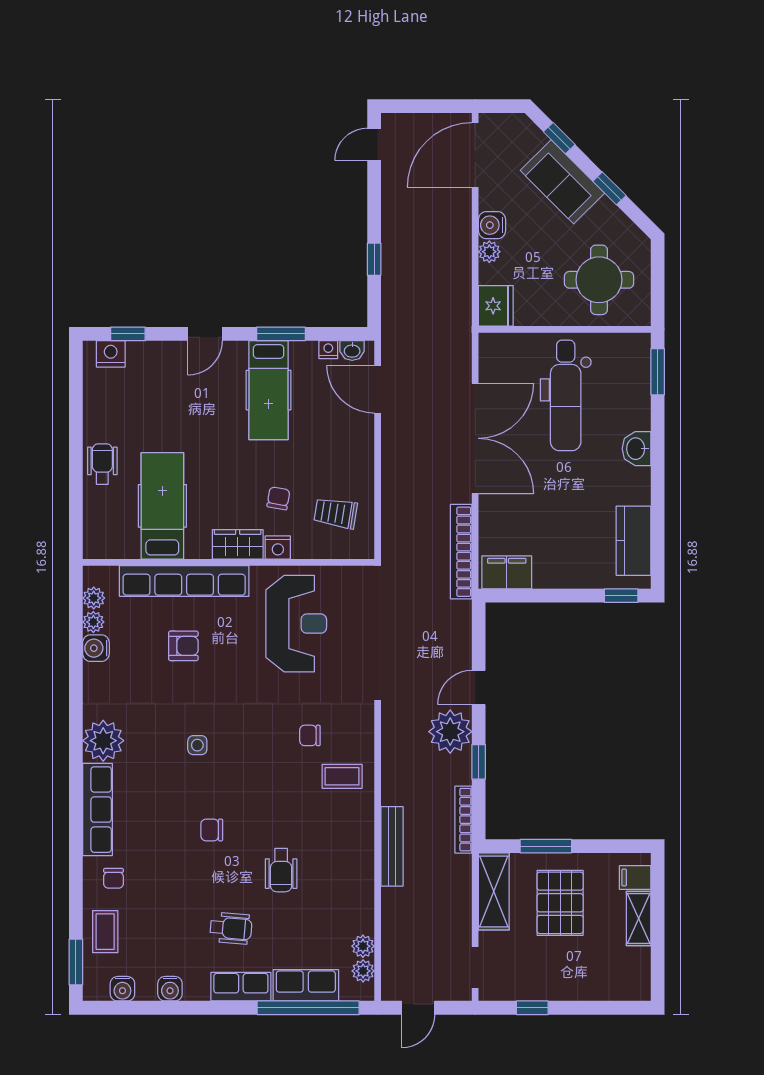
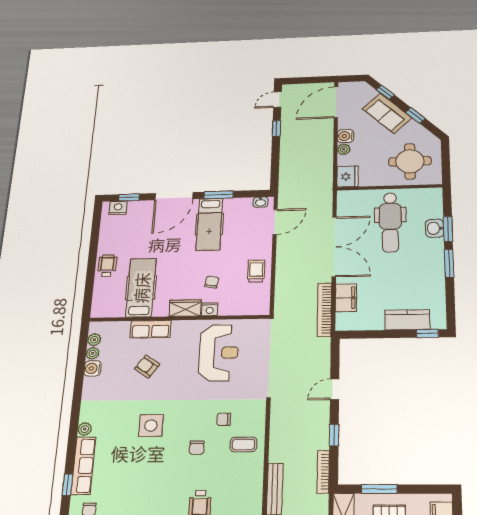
window: (374, 259) -> (276, 128), moved
door: (205, 334) -> (174, 196), width x1.88
nightstand: (328, 350) -> (246, 202), removed
window: (658, 372) -> (448, 229), moved
door: (378, 389) -> (275, 222), swing flipped
washbasin: (636, 449) -> (435, 228), moved
window: (658, 473) -> (449, 263), added
trolley: (336, 513) -> (256, 271), moved, turned 81
kitchen counter: (634, 541) -> (407, 320), moved, turned 90
filing cabinet: (507, 572) -> (346, 298), moved, turned 90
row of seats: (184, 581) -> (151, 329), width x0.50
armchair: (183, 646) -> (147, 366), turned -145
plant: (450, 732) -> (315, 416), removed
plant: (103, 741) -> (85, 429), width x0.53, depth x0.53
side table: (197, 745) -> (151, 426), width x1.87, depth x1.87
chair: (212, 830) -> (197, 448), moved, turned -90
window: (76, 840) -> (67, 485), added

